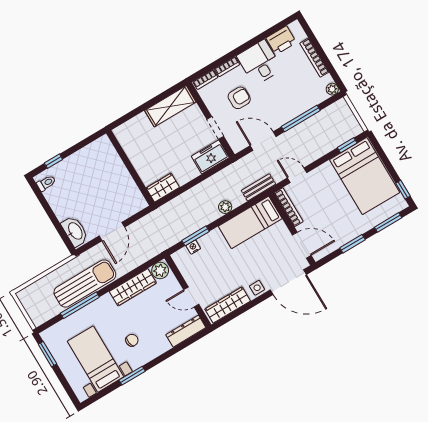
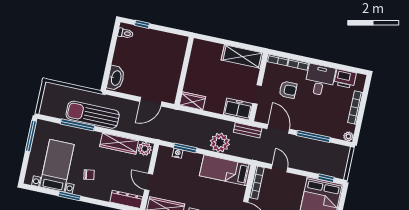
bench: (258, 187) -> (248, 130), moved
plant: (225, 207) -> (220, 143), width x1.88, depth x1.88
door: (112, 232) -> (151, 102), moved
sun lounger: (85, 283) -> (93, 115), turned 180
window: (47, 354) -> (31, 136), width x1.44

